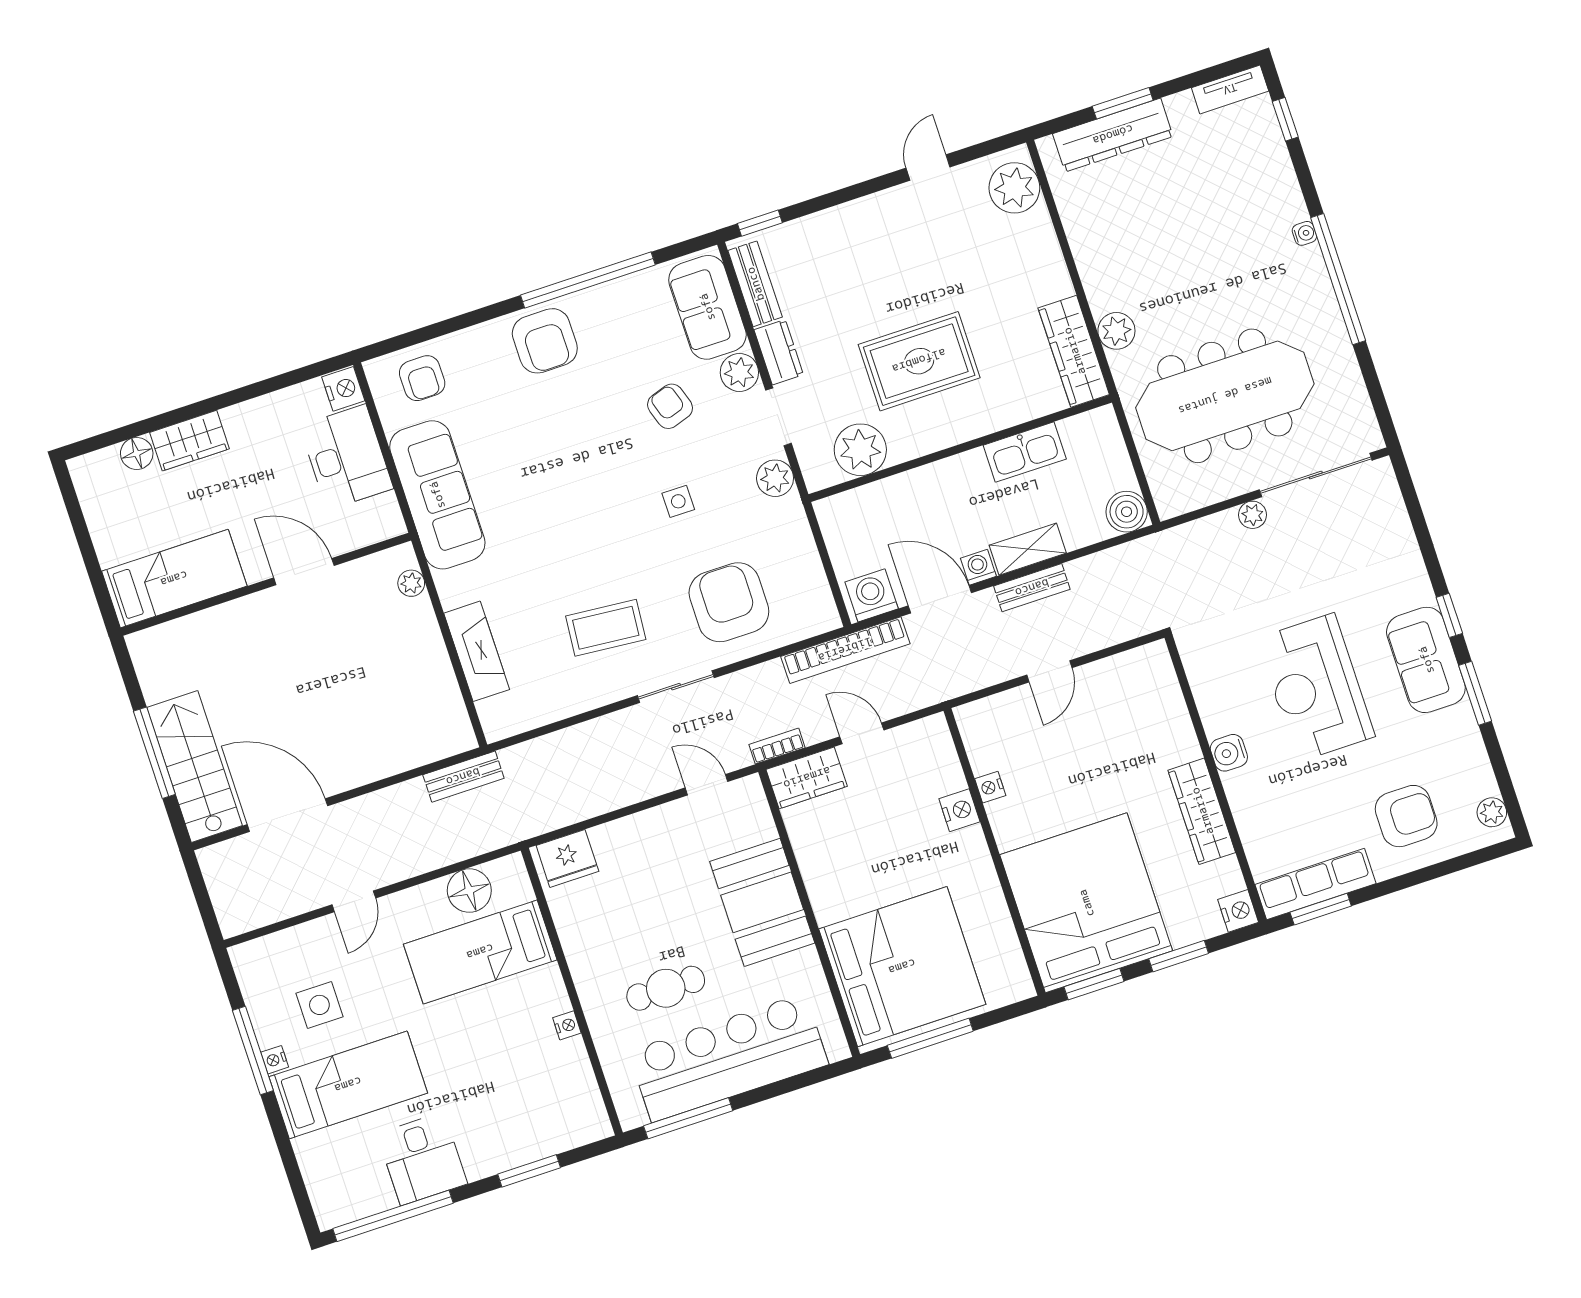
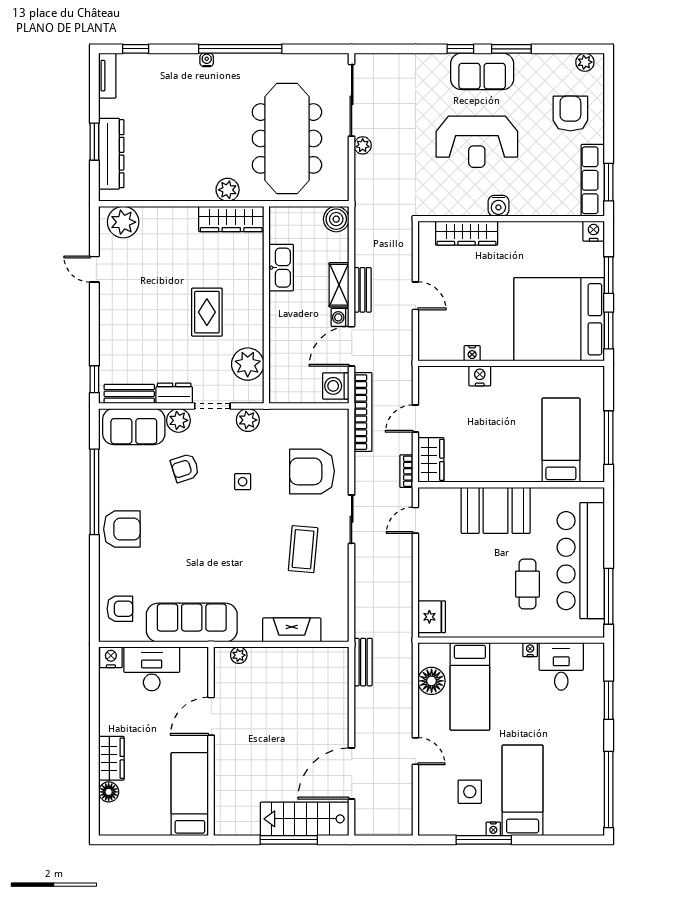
rug: (919, 361) -> (207, 312), width x0.73, depth x0.70
wardrobe: (1202, 811) -> (467, 233), moved
bed: (902, 967) -> (561, 440), width x0.49
desk: (422, 1159) -> (561, 666), moved, turned -90

